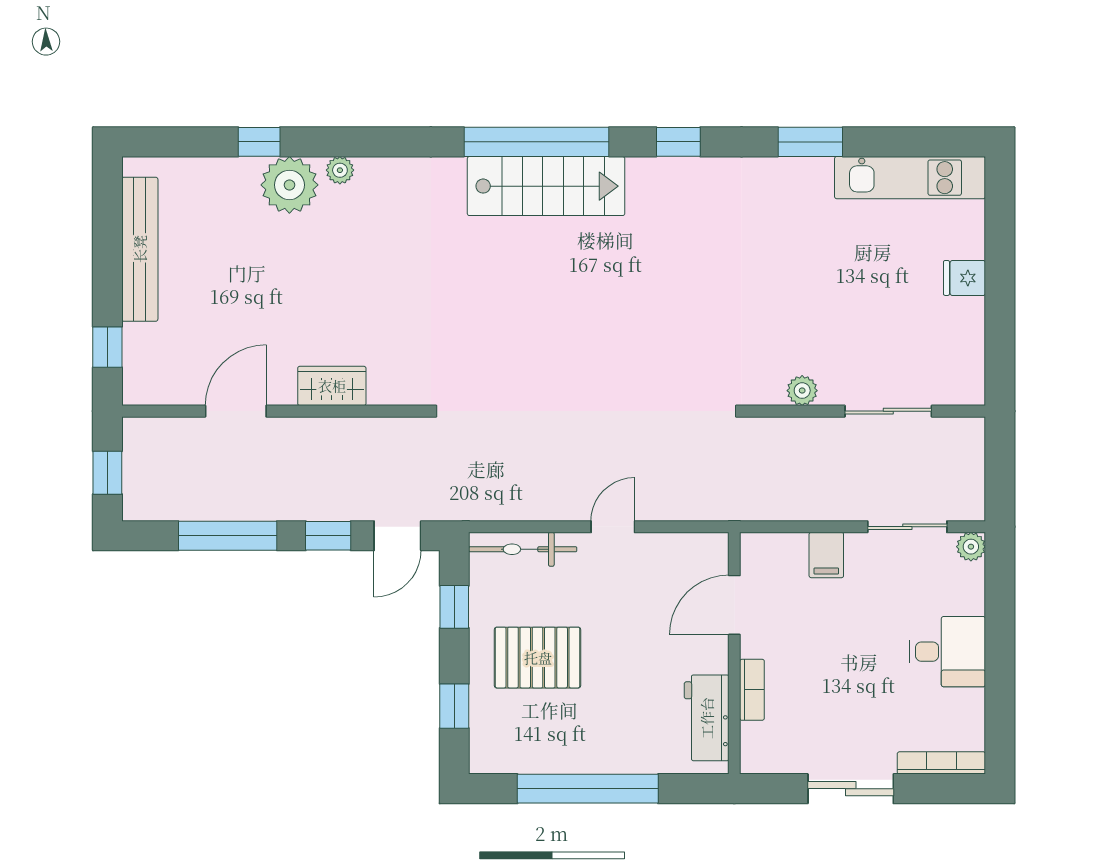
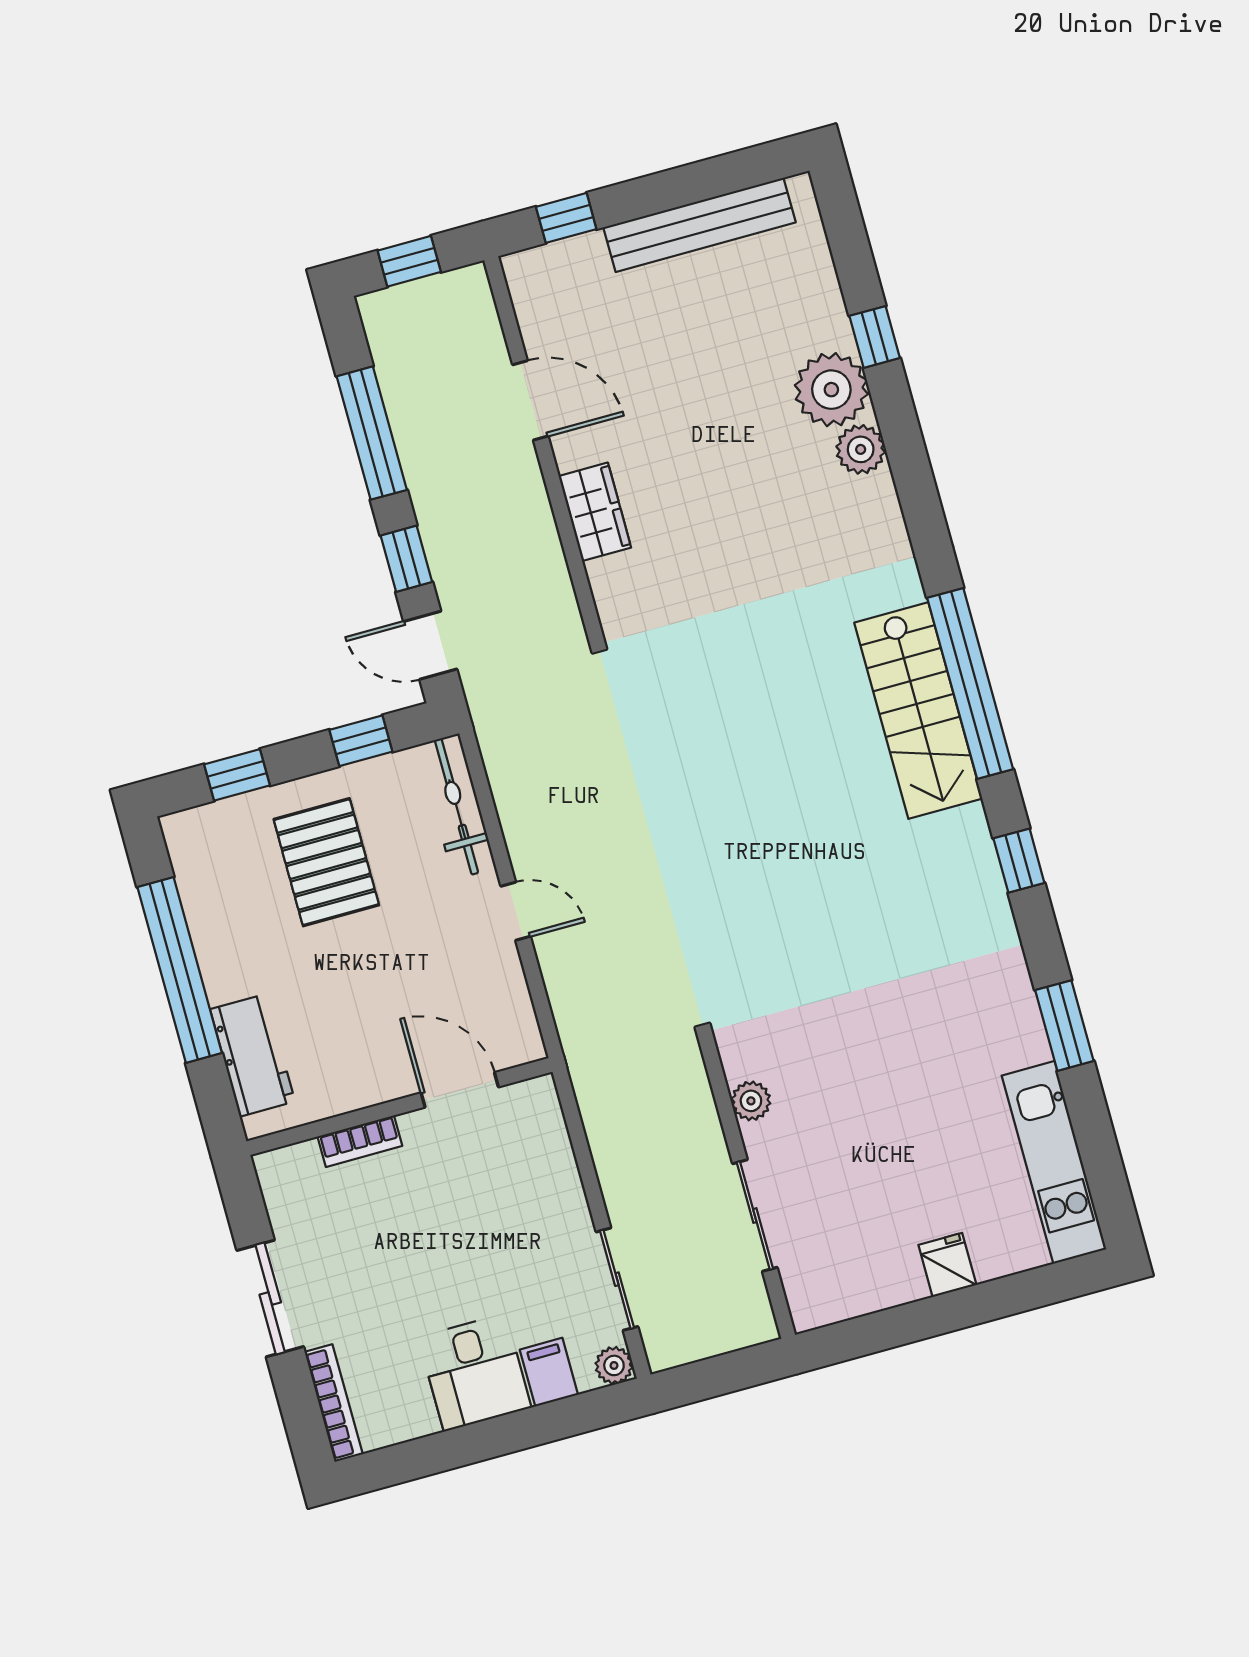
plant: (340, 170) -> (861, 449), width x1.38, depth x1.38
filing cabinet: (826, 555) -> (549, 1372), moved, turned 90
workbench: (707, 718) -> (253, 1055), moved, turned 90

